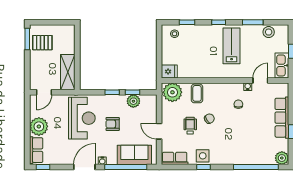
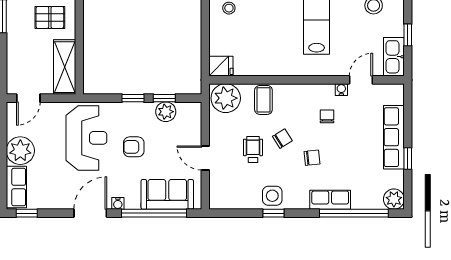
pallet: (42, 43) -> (50, 17), moved
chair: (229, 131) -> (312, 158), added
row of seats: (175, 158) -> (330, 200), moved

